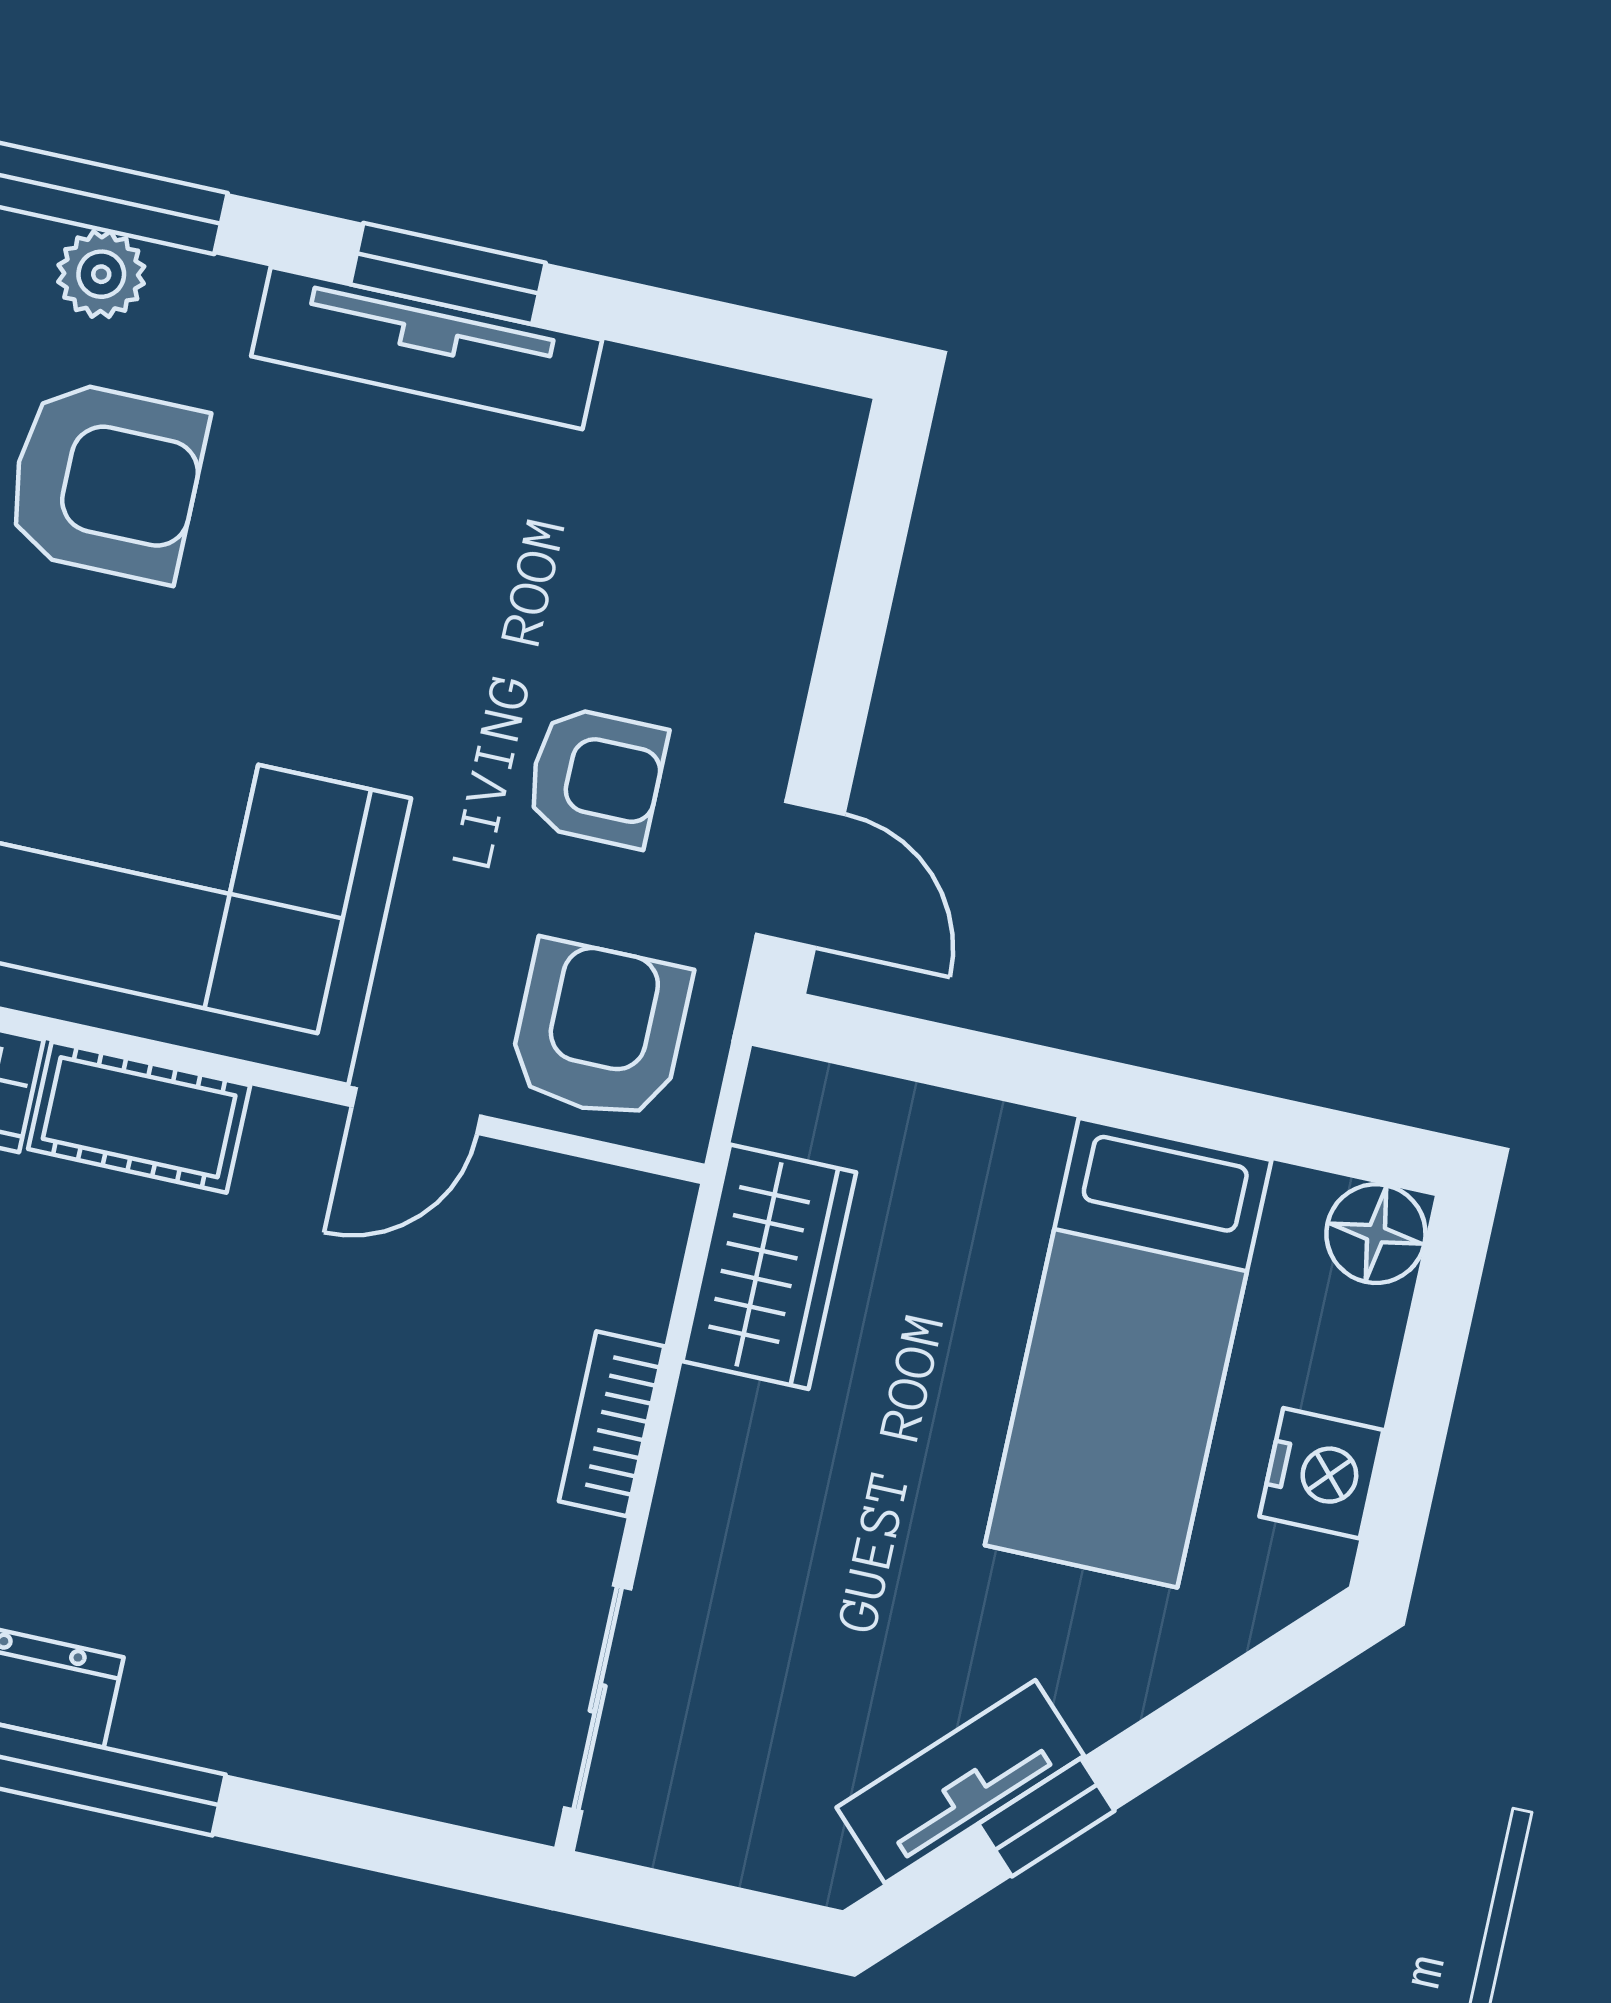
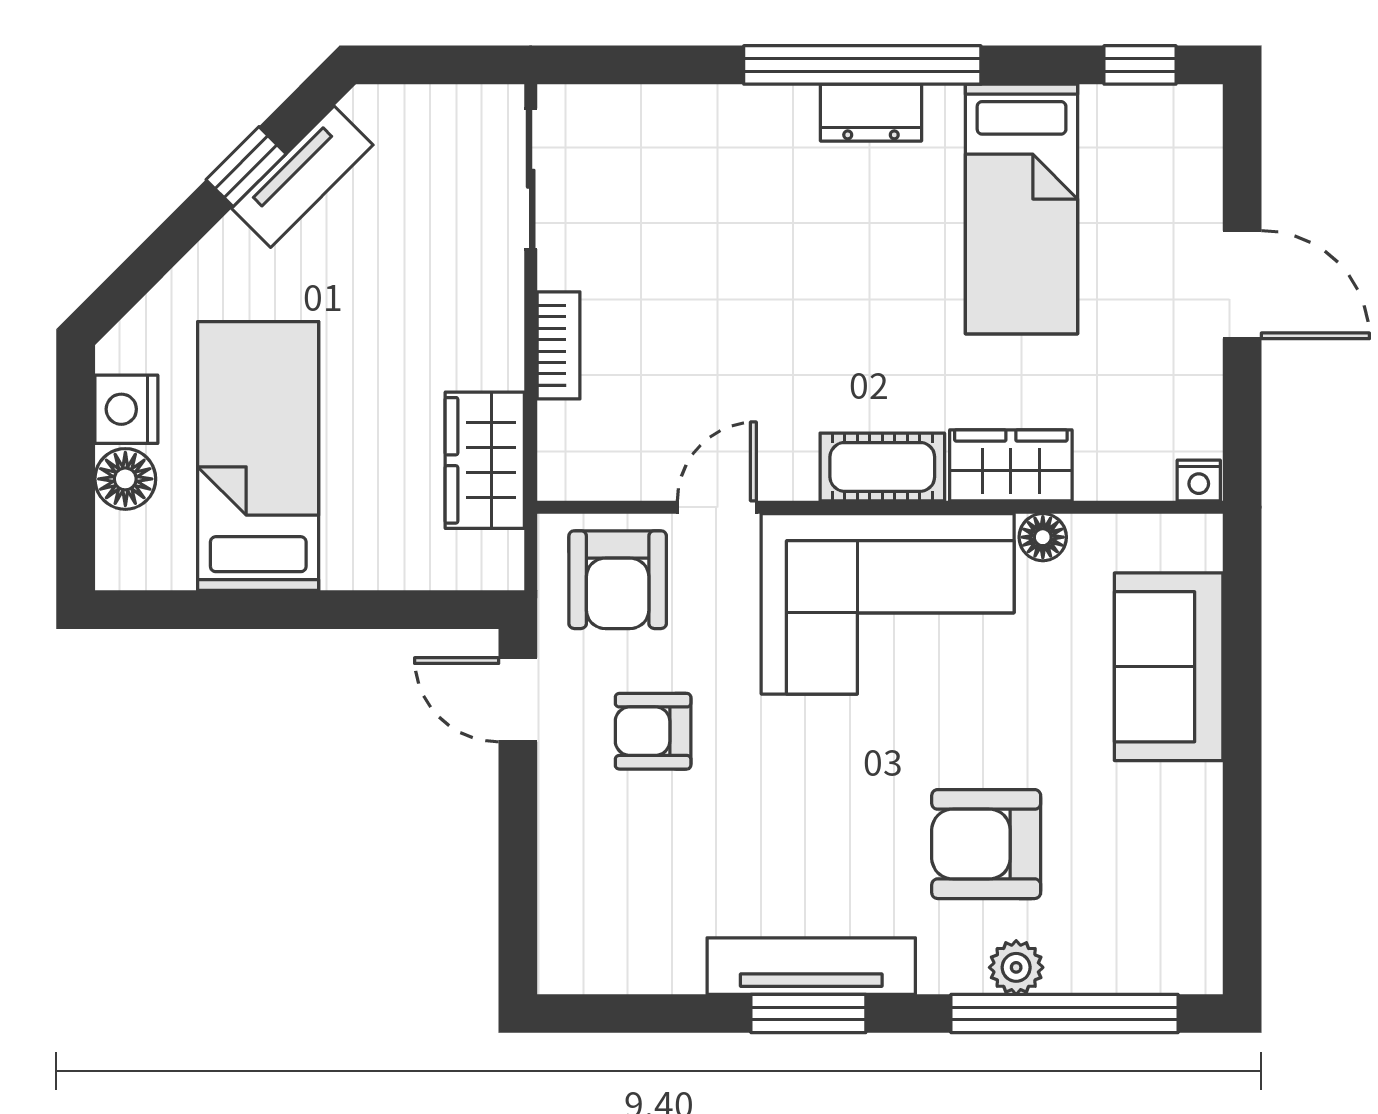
floor lamp: (1376, 1234) -> (125, 479), moved

